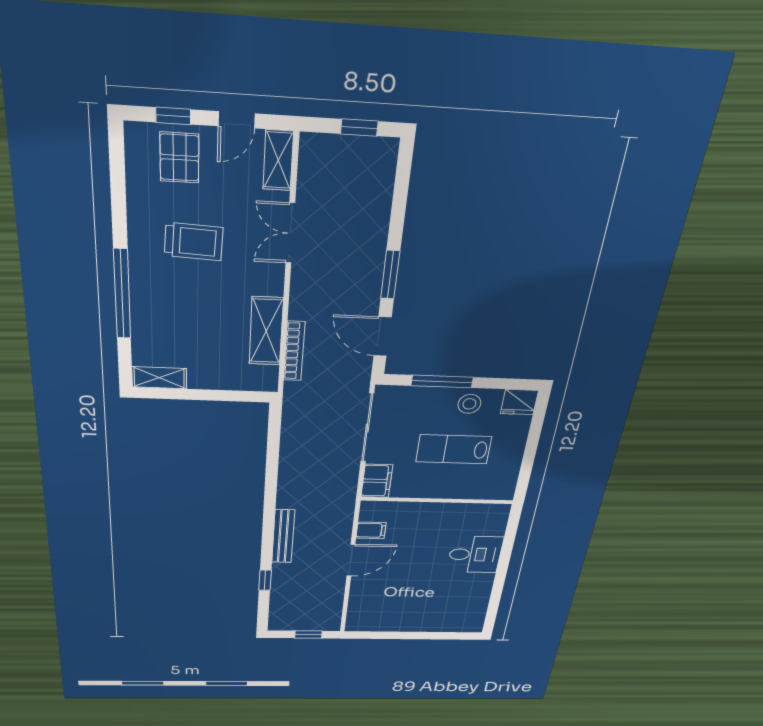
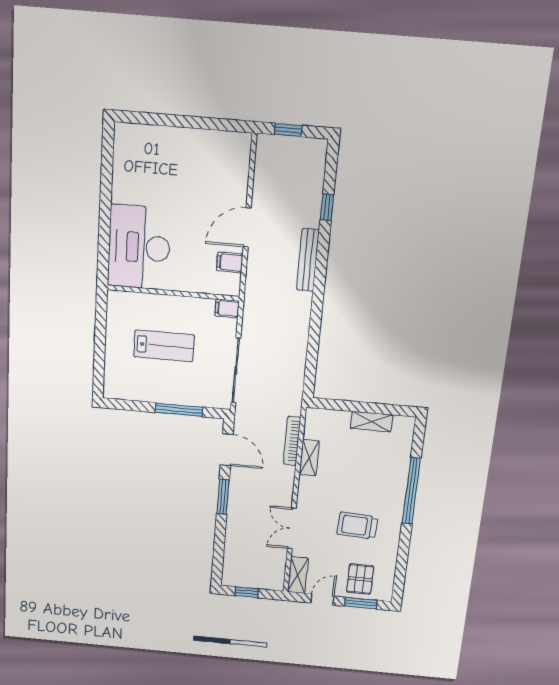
window: (173, 116) -> (361, 603), width x1.50
double door: (290, 233) -> (292, 528), swing flipped
shelving: (266, 331) -> (309, 458), width x0.67, depth x0.75
shelving: (159, 378) -> (371, 422), moved
fridge: (519, 402) -> (116, 388), removed
stool: (469, 404) -> (156, 389), removed
filing cabinet: (377, 481) -> (227, 308), width x0.50
desk: (475, 554) -> (139, 247), width x1.87, depth x1.30

